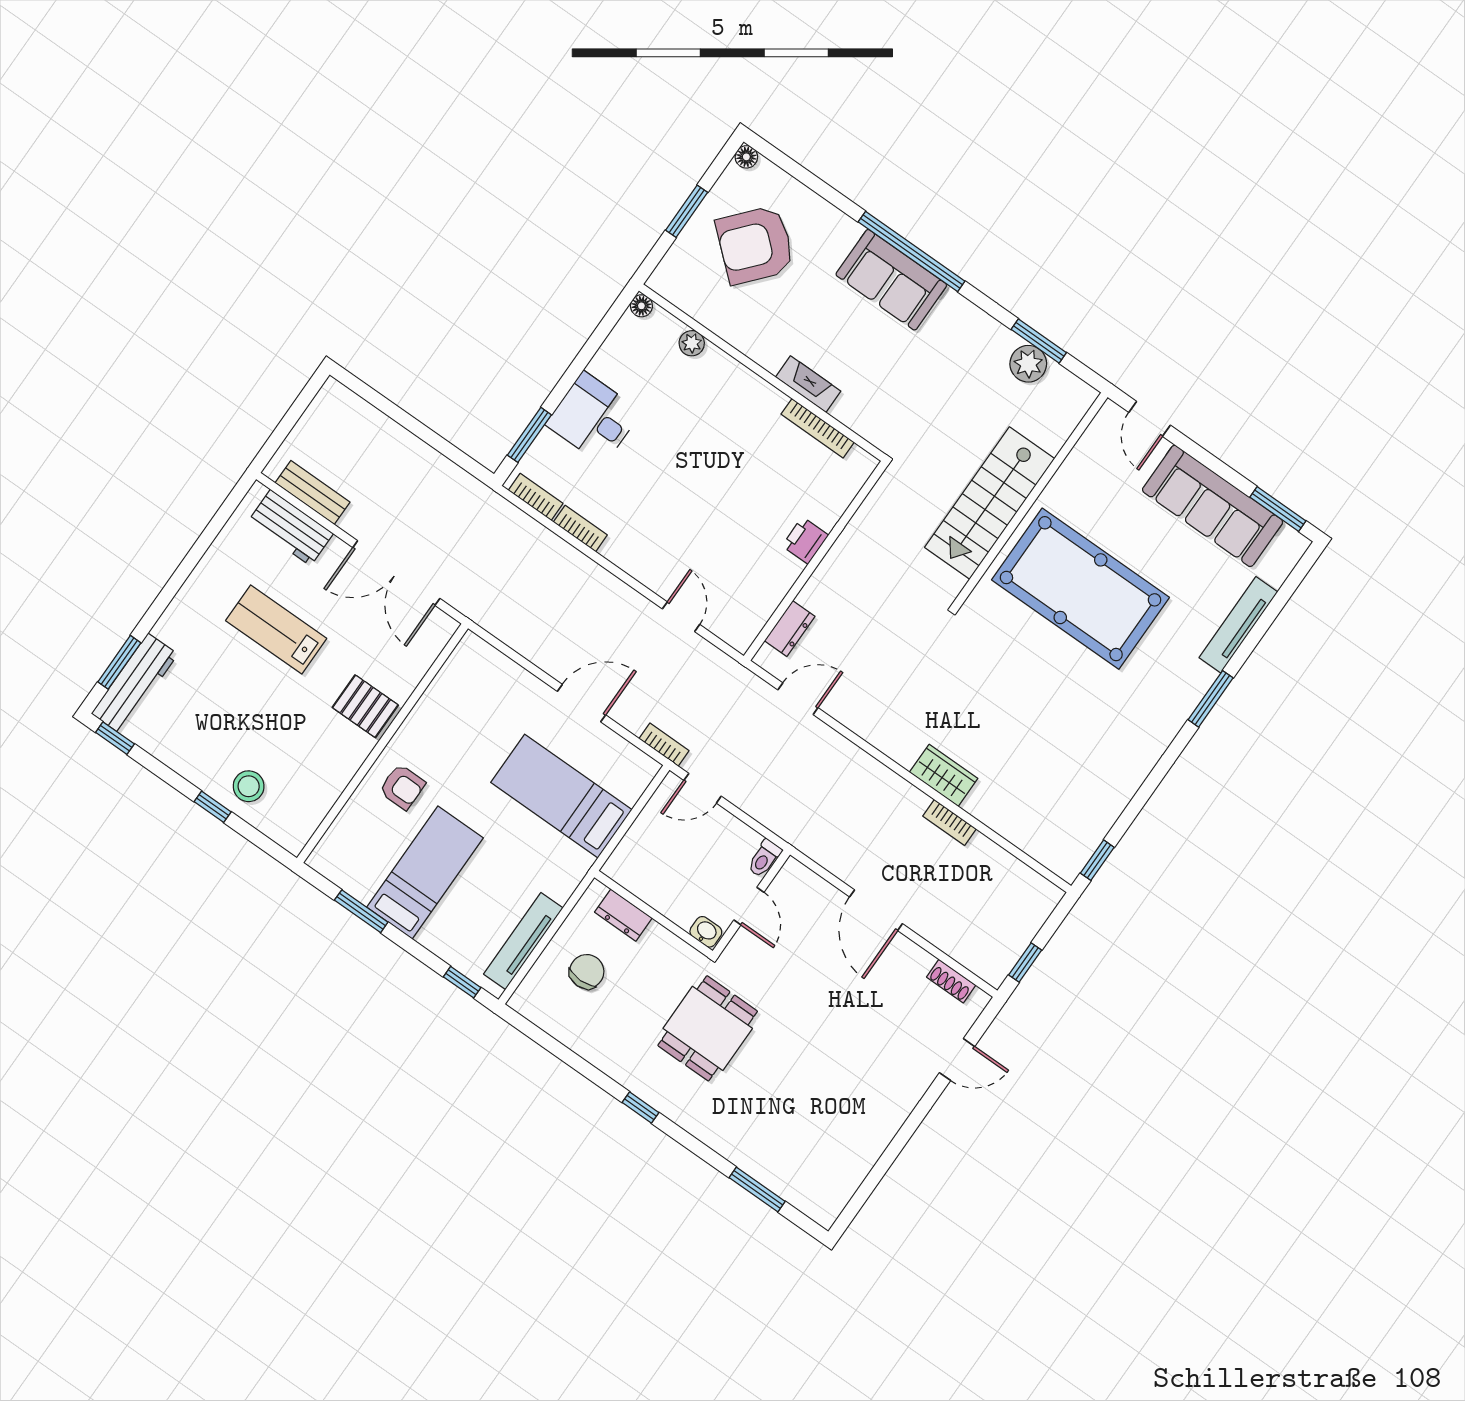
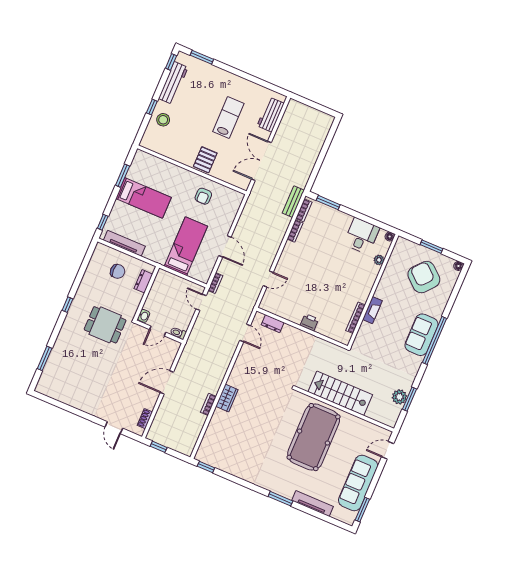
desk: (593, 418) -> (362, 236), moved
bench: (313, 492) -> (293, 202), moved
workbench: (135, 684) -> (173, 83), moved, turned -90
armchair: (402, 787) -> (203, 196), moved

